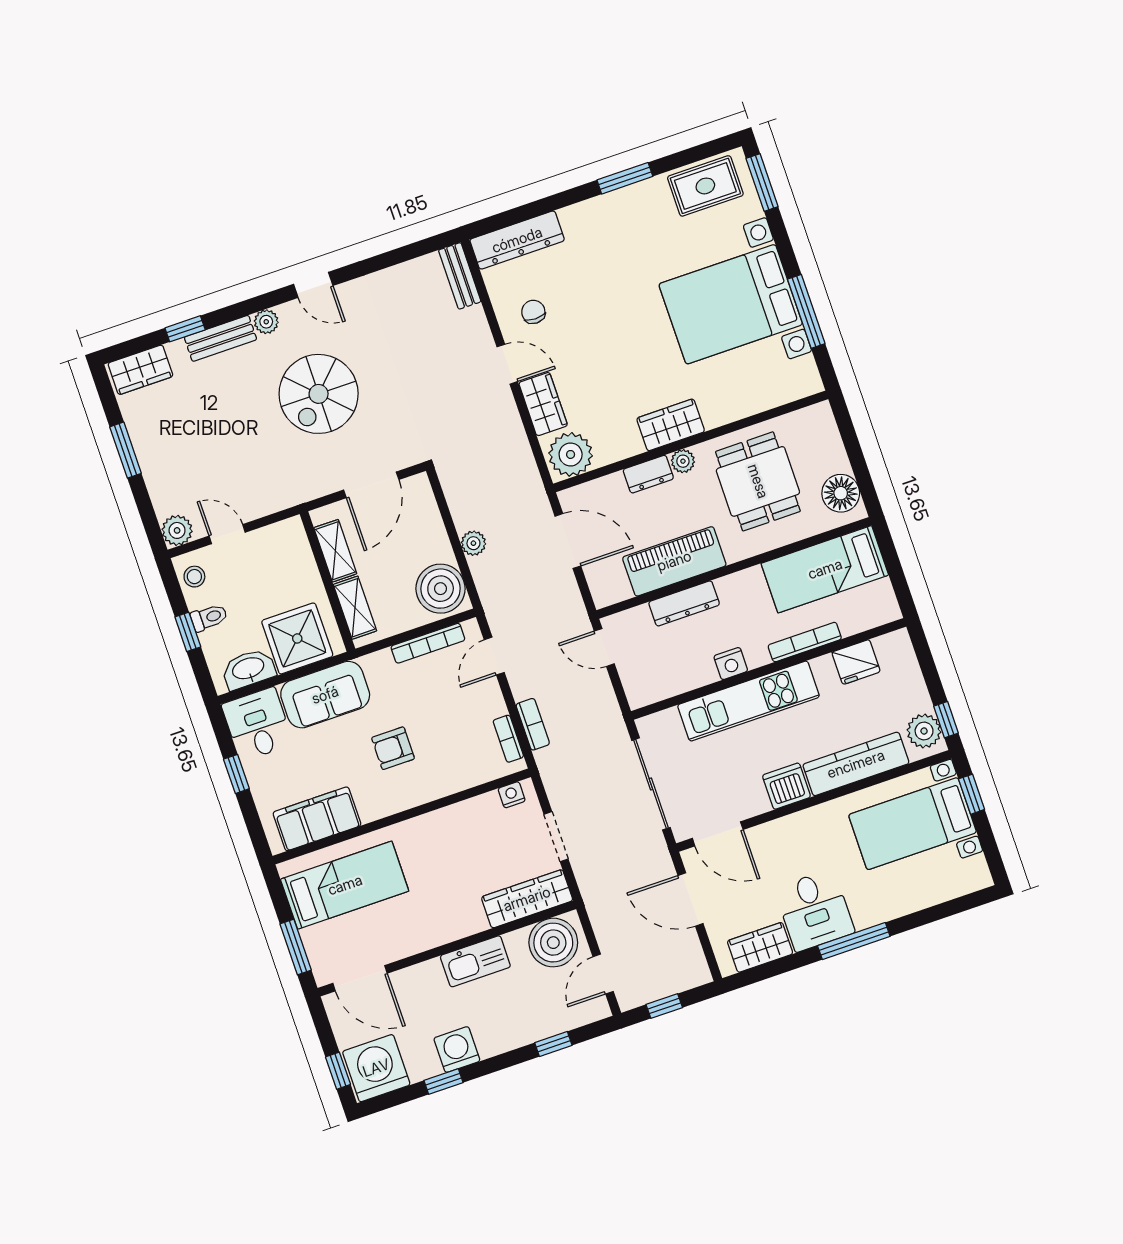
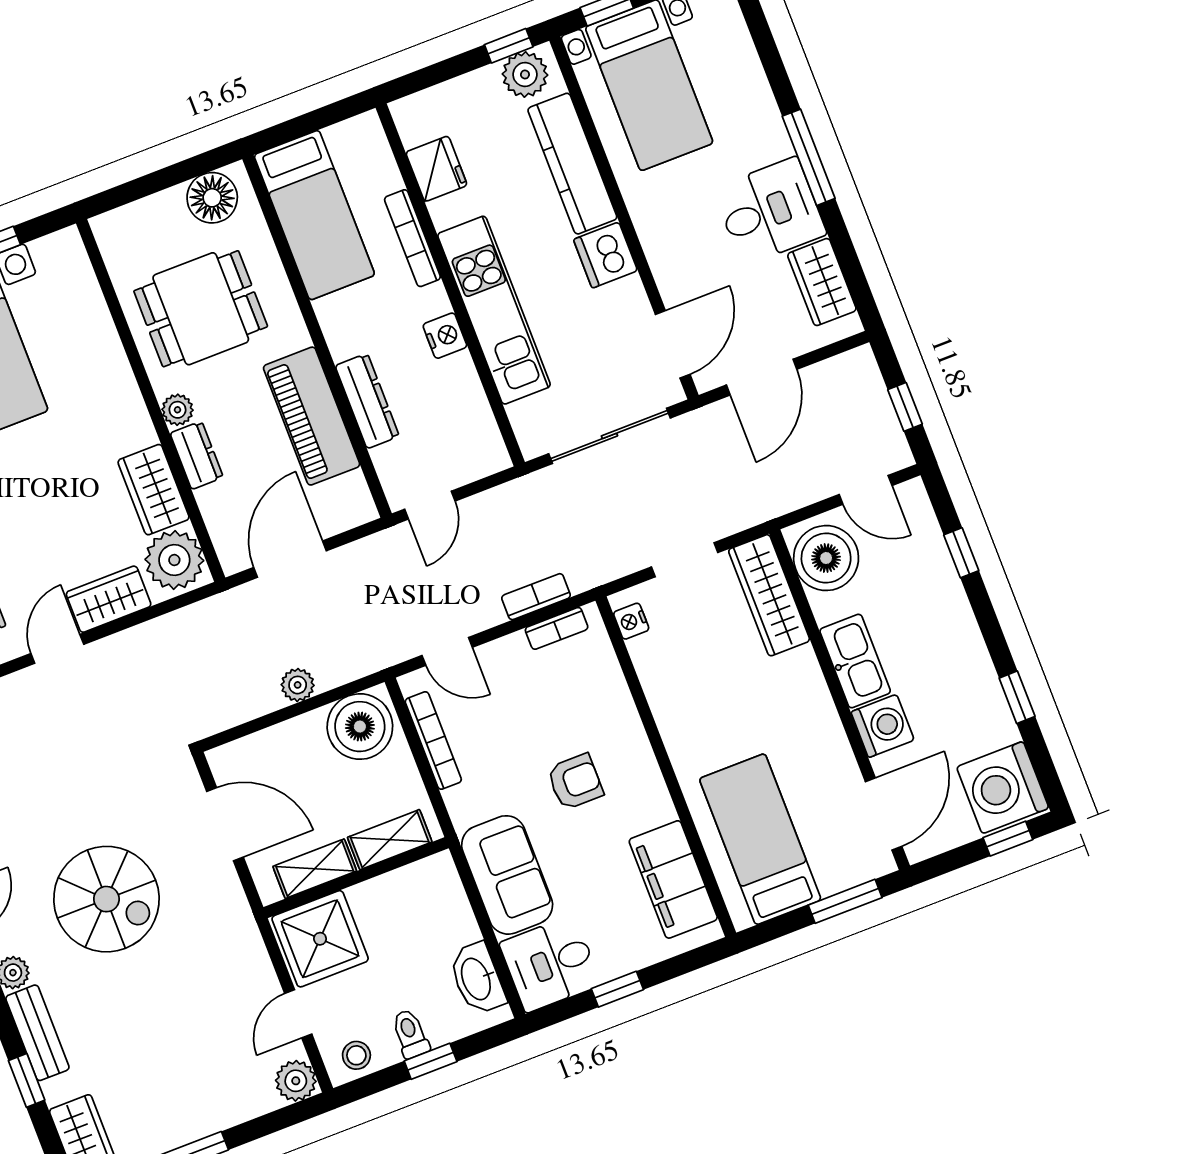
wardrobe: (671, 425) -> (154, 490), moved
shower: (297, 638) -> (320, 939), moved
armchair: (393, 748) -> (575, 782), turned -90
washing machine: (457, 1050) -> (883, 726), moved, turned 180

